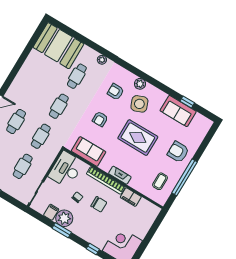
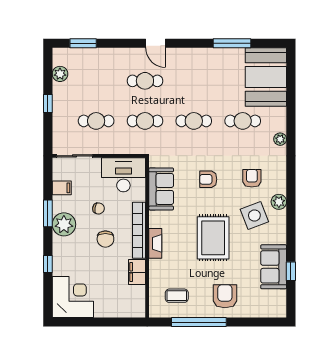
window: (25, 54) -> (232, 43), added
plant: (64, 218) -> (64, 224), moved

